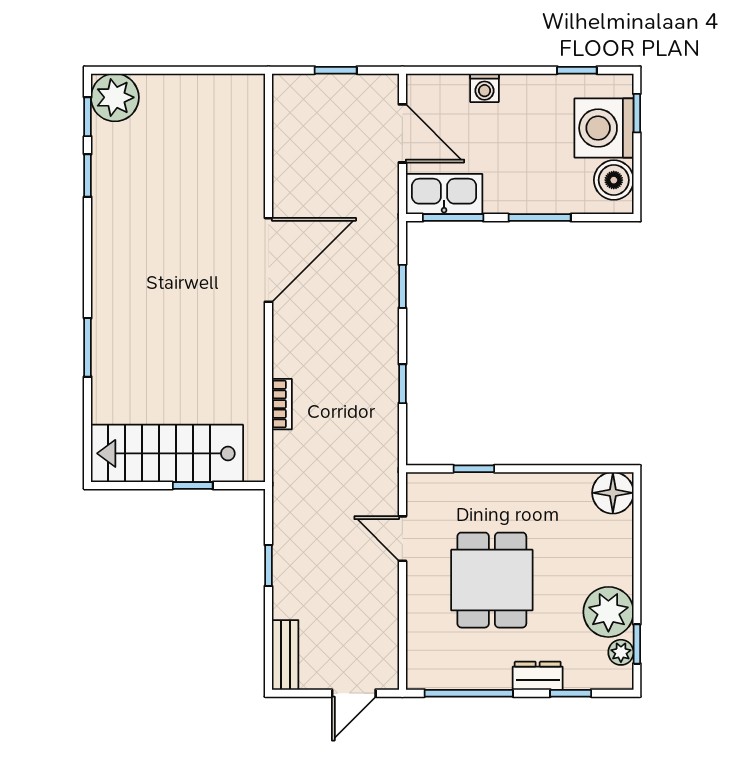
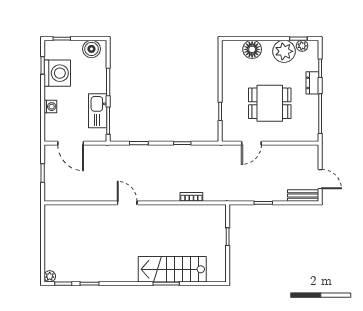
plant: (115, 97) -> (50, 276), width x0.53, depth x0.53
washing machine: (604, 128) -> (57, 73), moved, turned -90
door: (402, 133) -> (71, 143), swing flipped
kitchen sink: (444, 194) -> (98, 111), moved
door: (268, 260) -> (127, 203), width x0.53
stairs: (167, 453) -> (172, 269), moved, turned 90
floor lamp: (613, 493) -> (252, 49), moved
door: (354, 693) -> (320, 179), moved

